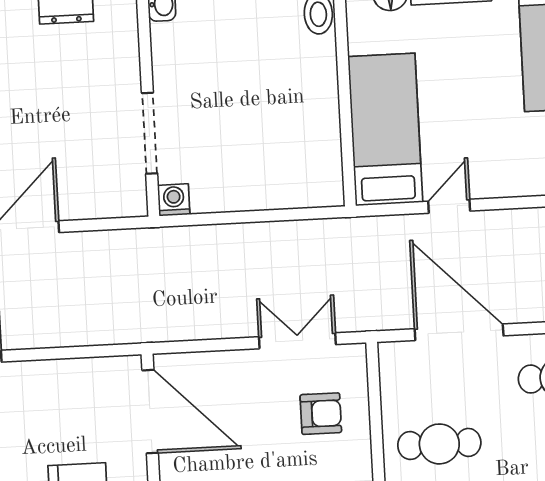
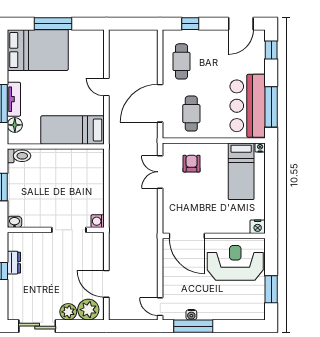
door: (449, 206) -> (106, 87), moved
door: (150, 412) -> (187, 236), swing flipped
cafe table: (439, 444) -> (191, 114), moved

